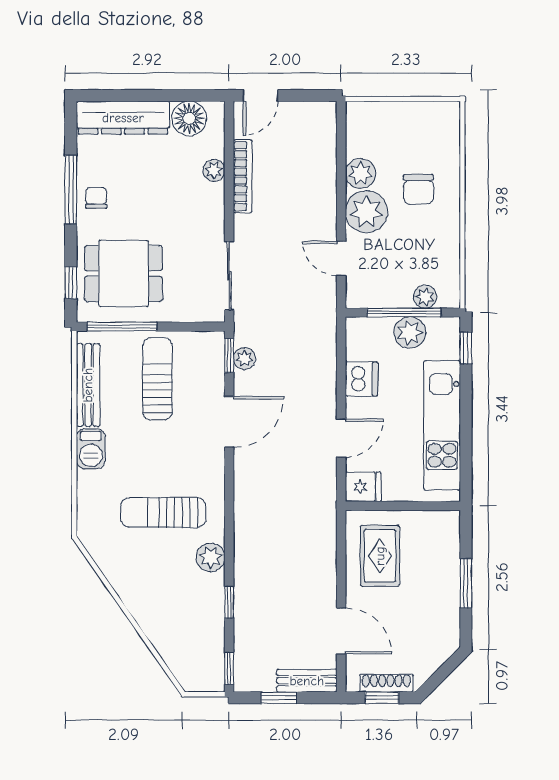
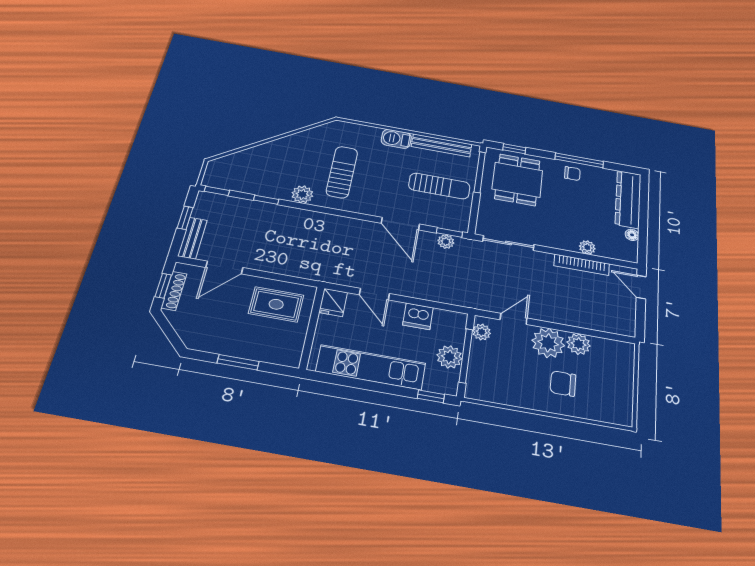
floor lamp: (189, 118) -> (632, 235), width x0.53, depth x0.53
plant: (425, 297) -> (482, 332), moved

